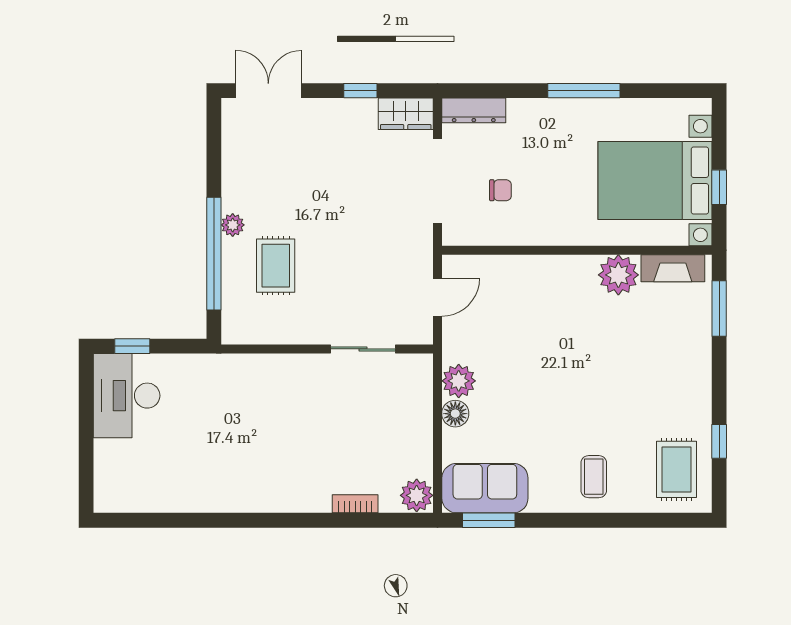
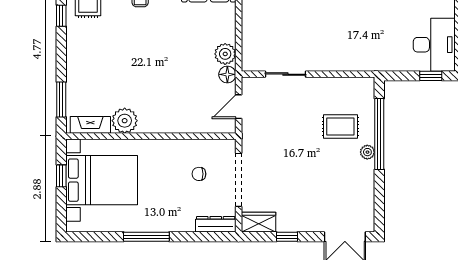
rug: (276, 266) -> (340, 127), turned 90
floor lamp: (455, 414) -> (227, 74), moved

